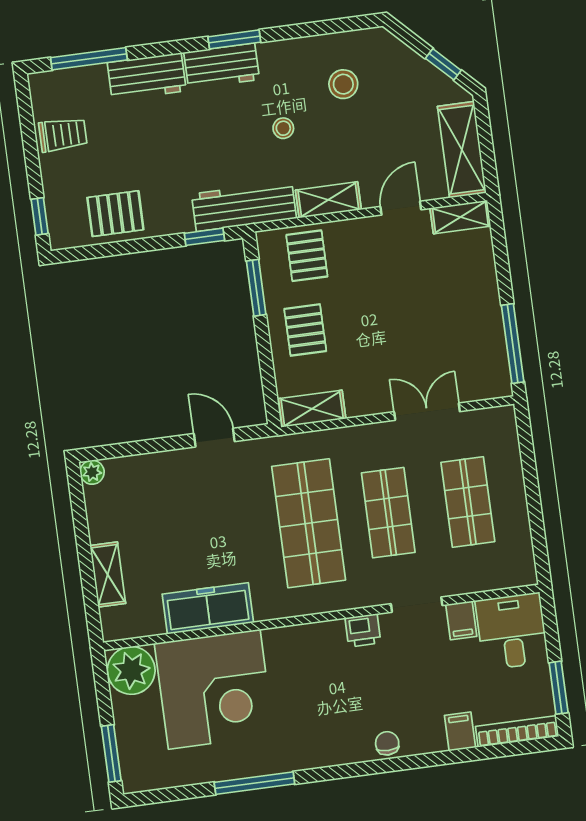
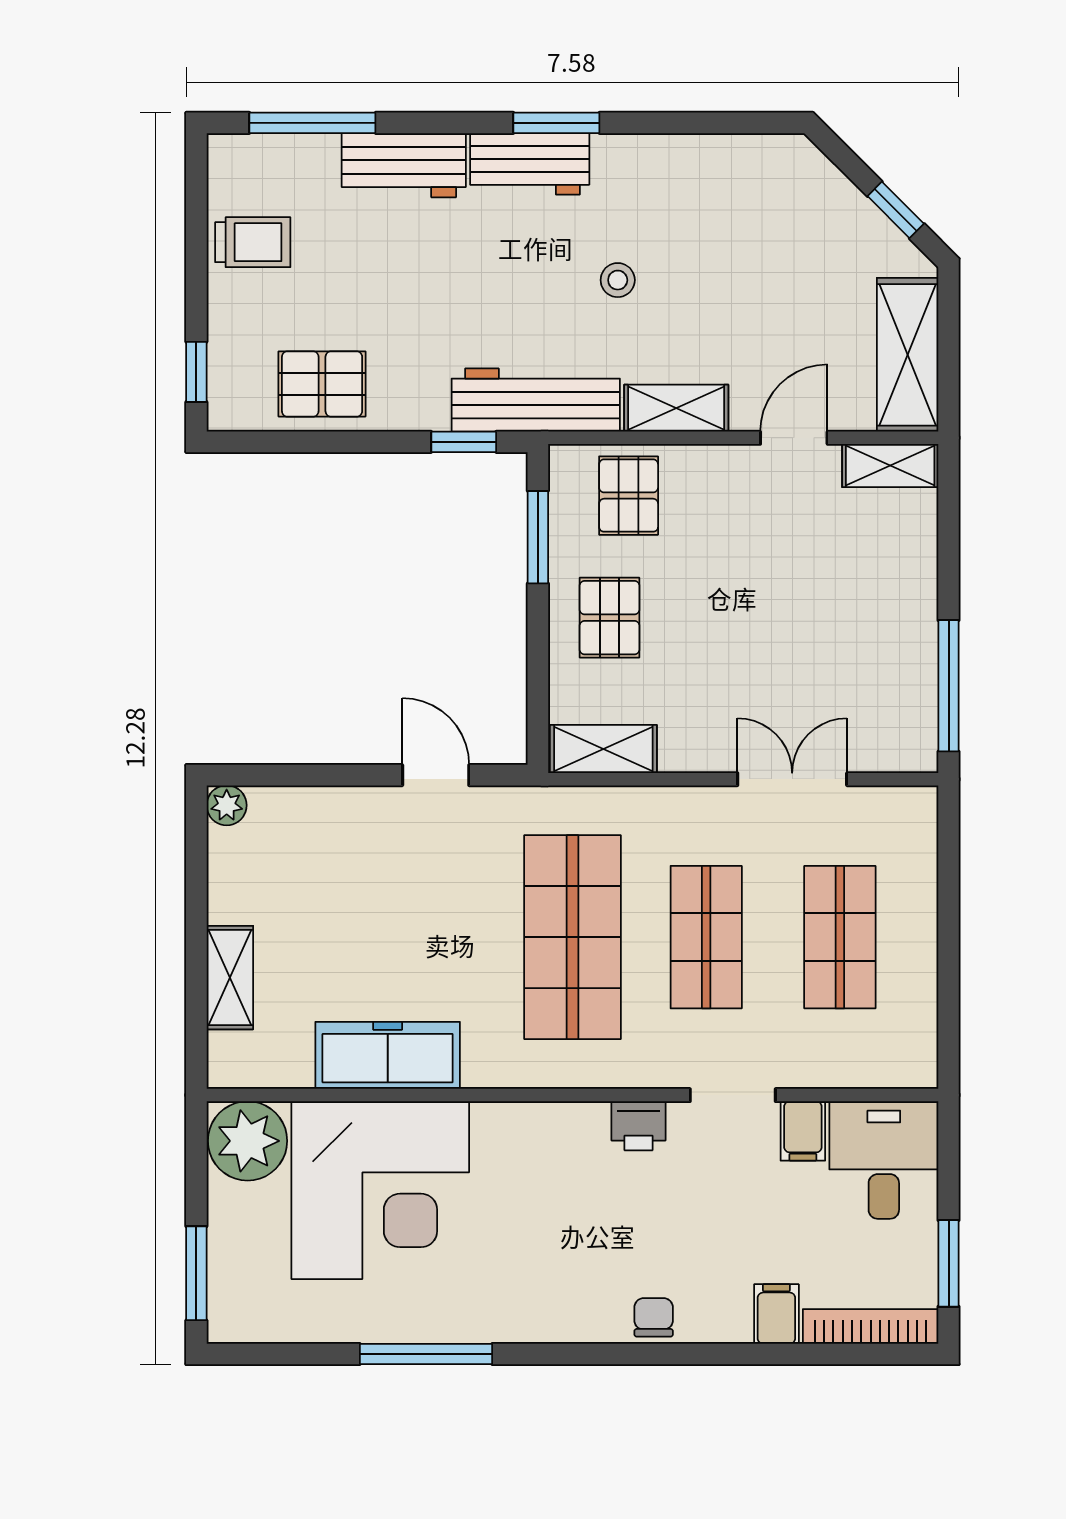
stool: (343, 84) -> (726, 221), removed

